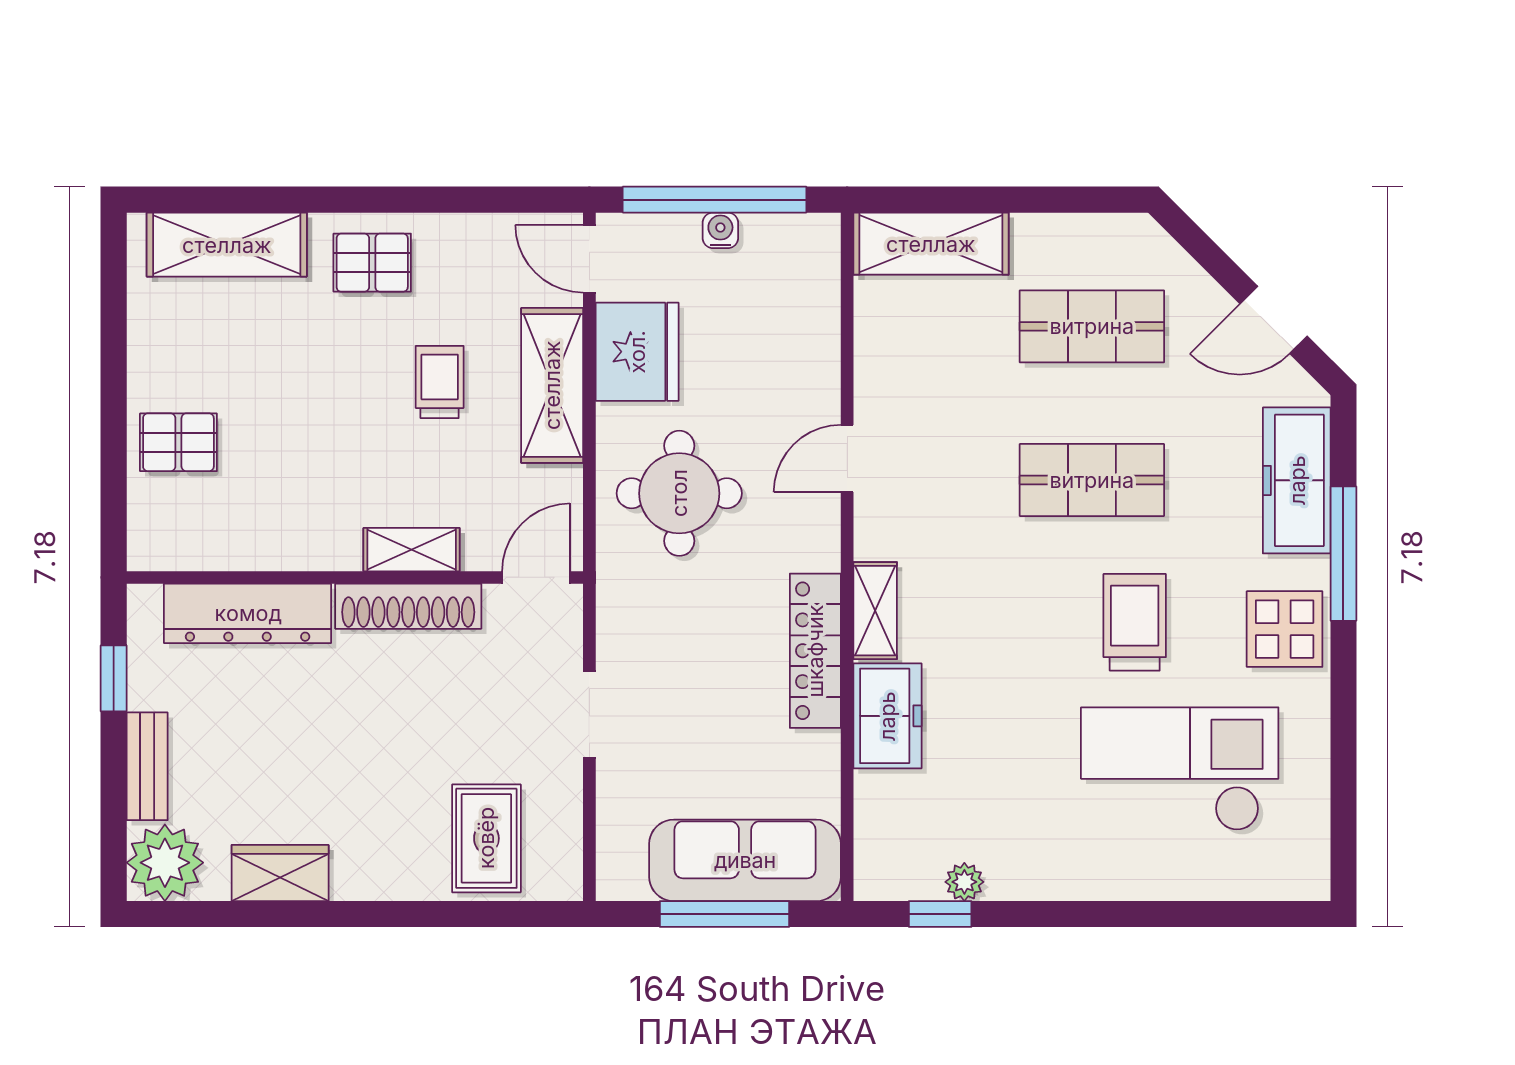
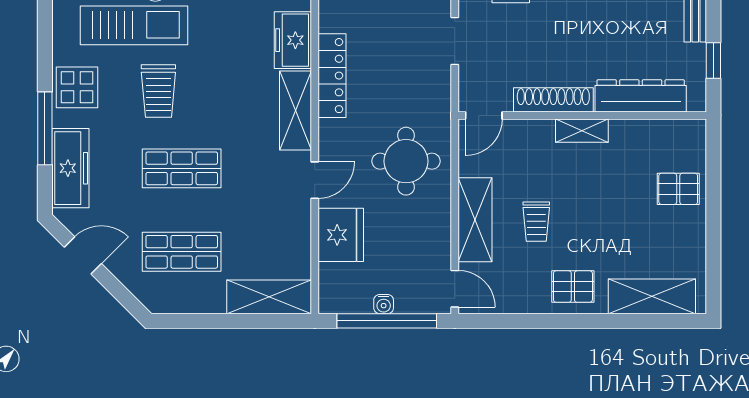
fridge: (637, 352) -> (341, 235), moved, turned 180
shelving: (412, 550) -> (582, 131), moved
shelving: (875, 611) -> (296, 111), width x1.50, depth x1.33

